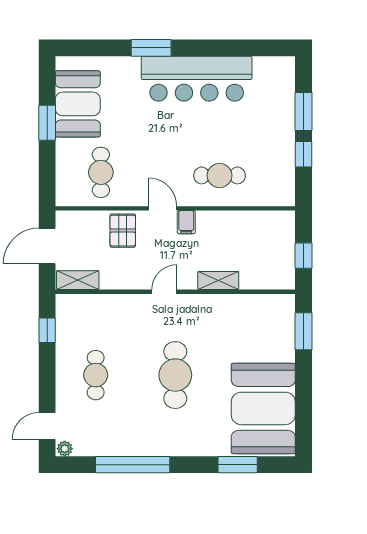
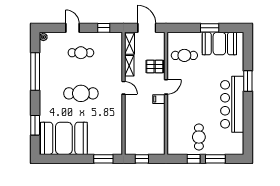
cafe table: (220, 175) -> (199, 137), moved
shelving: (218, 280) -> (129, 66), moved
door: (47, 426) -> (72, 28), moved

